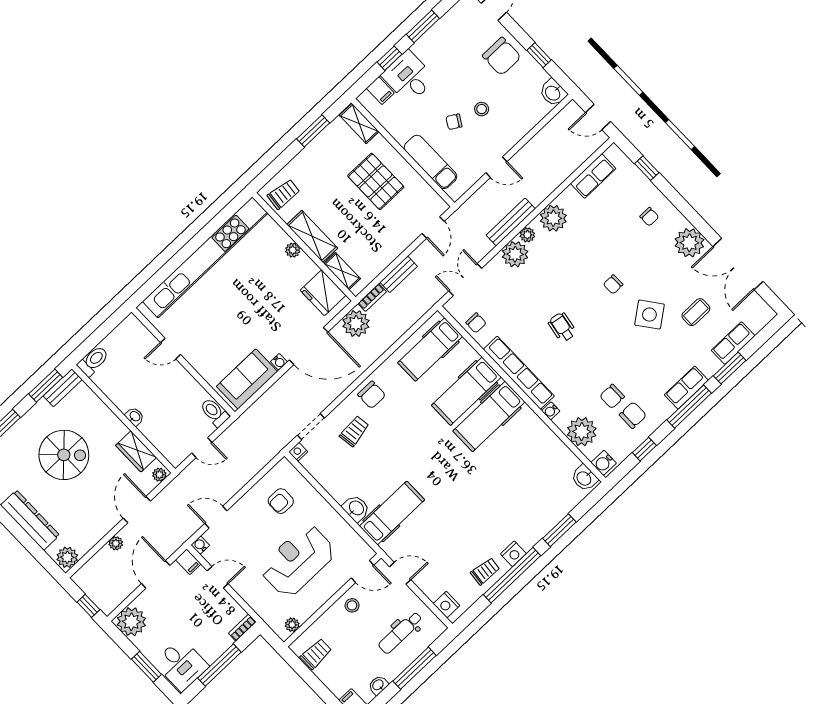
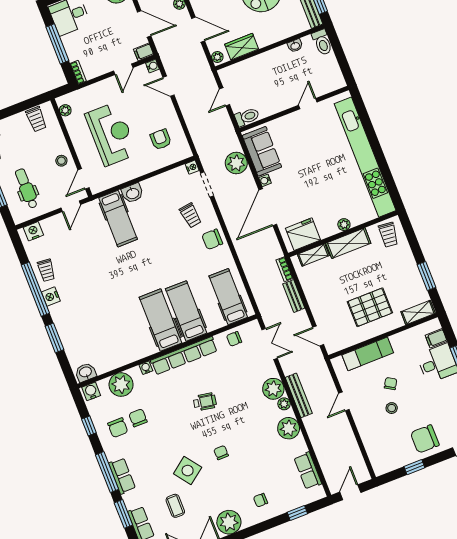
washbasin: (553, 93) -> (382, 466), removed
plant: (356, 324) -> (236, 163), moved
washbasin: (135, 416) -> (295, 46), moved
door: (216, 517) -> (169, 86), swing flipped

